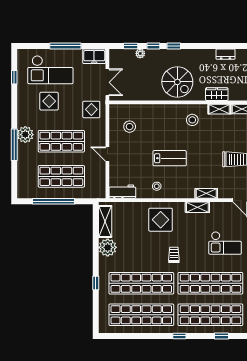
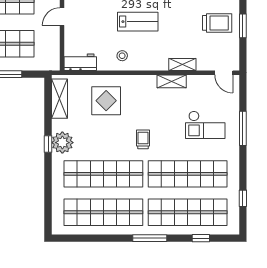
door: (107, 154) -> (62, 17), hinge flipped
display table: (161, 220) -> (106, 101), moved
plant: (108, 247) -> (62, 143), moved
window: (96, 283) -> (48, 144), moved
window: (179, 336) -> (150, 238), width x2.17

